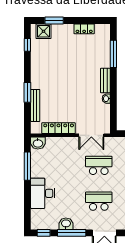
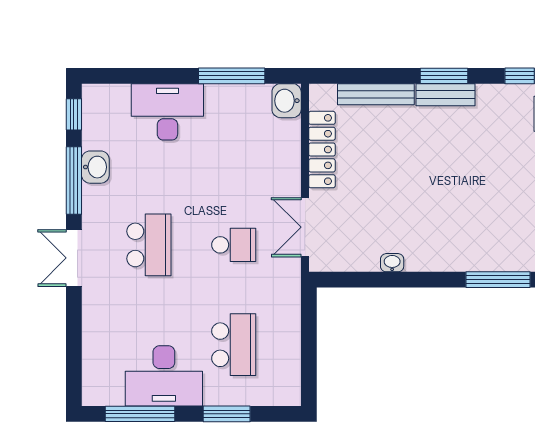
bench: (105, 81) -> (446, 95), moved
window: (27, 92) -> (444, 76), moved
school desk: (99, 165) -> (234, 245), width x0.54

